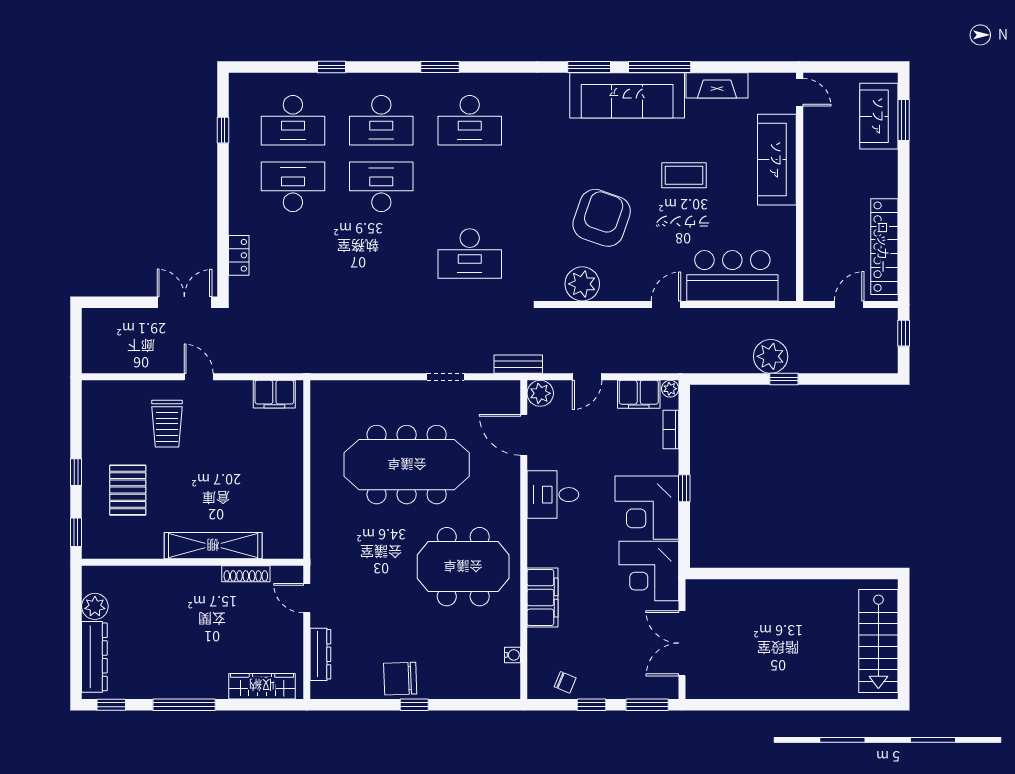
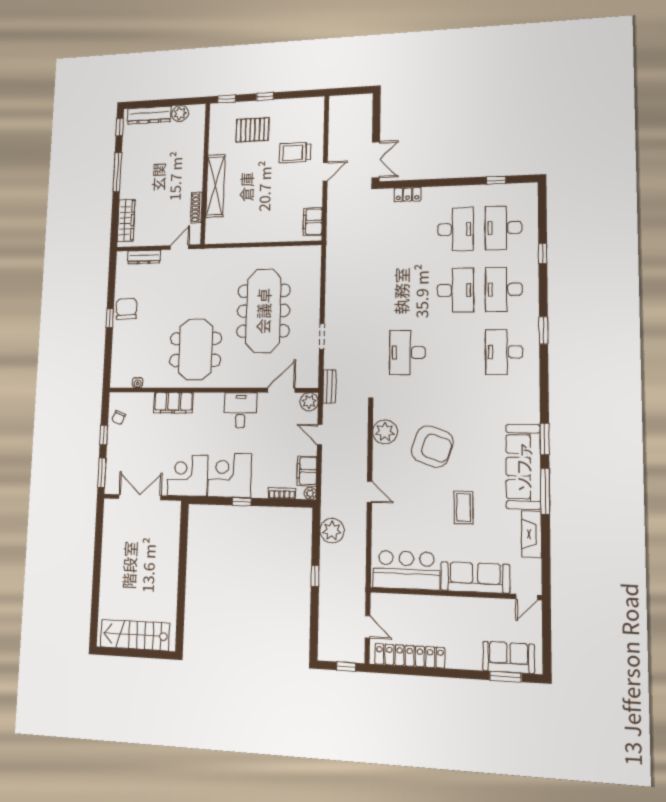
bar counter: (732, 276) -> (406, 570), moved, turned -90
plant: (771, 356) -> (332, 531), moved

